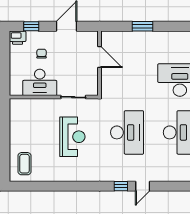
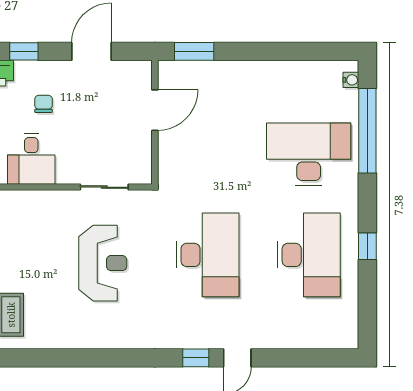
window: (143, 26) -> (194, 51), moved
door: (100, 57) -> (155, 110), hinge flipped
desk: (40, 82) -> (31, 159), width x0.73

